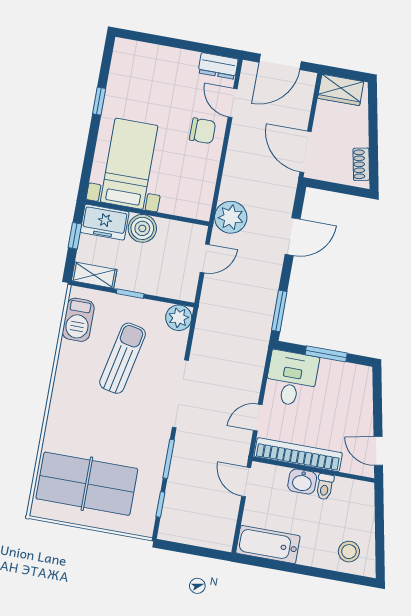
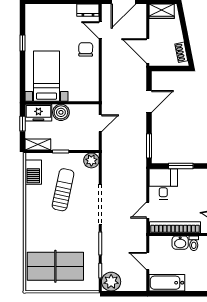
chair: (203, 131) -> (86, 49), turned -89
plant: (231, 217) -> (111, 282), moved
door: (246, 482) -> (148, 261), moved

